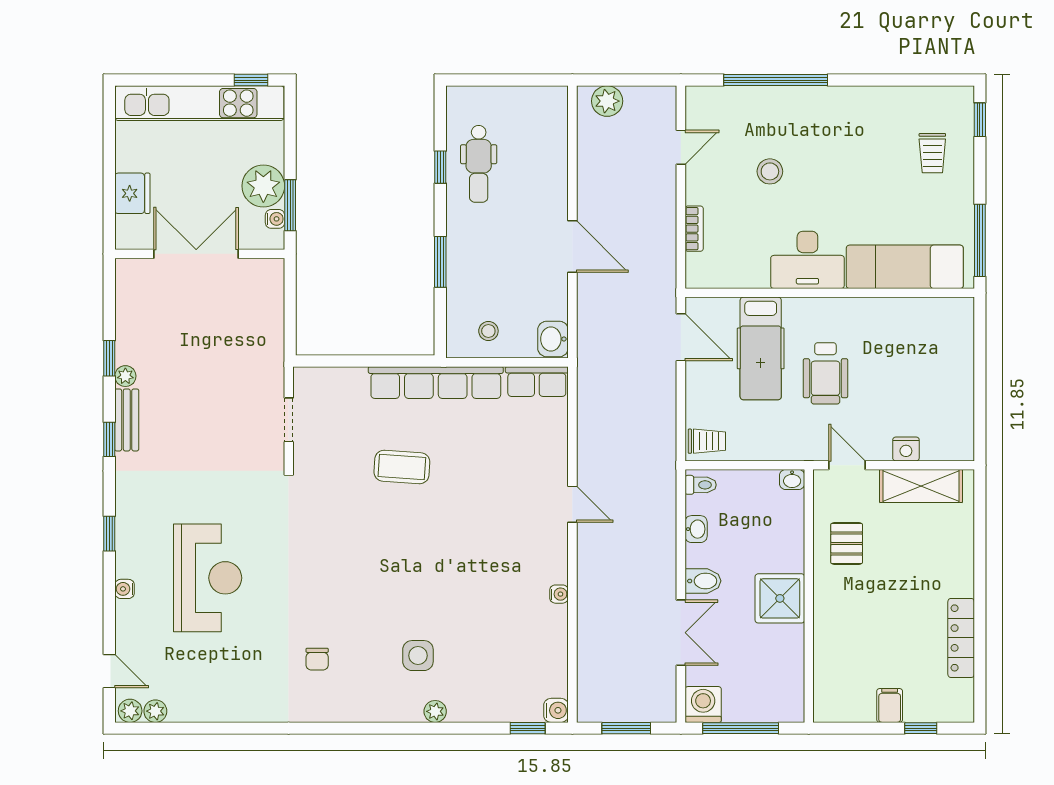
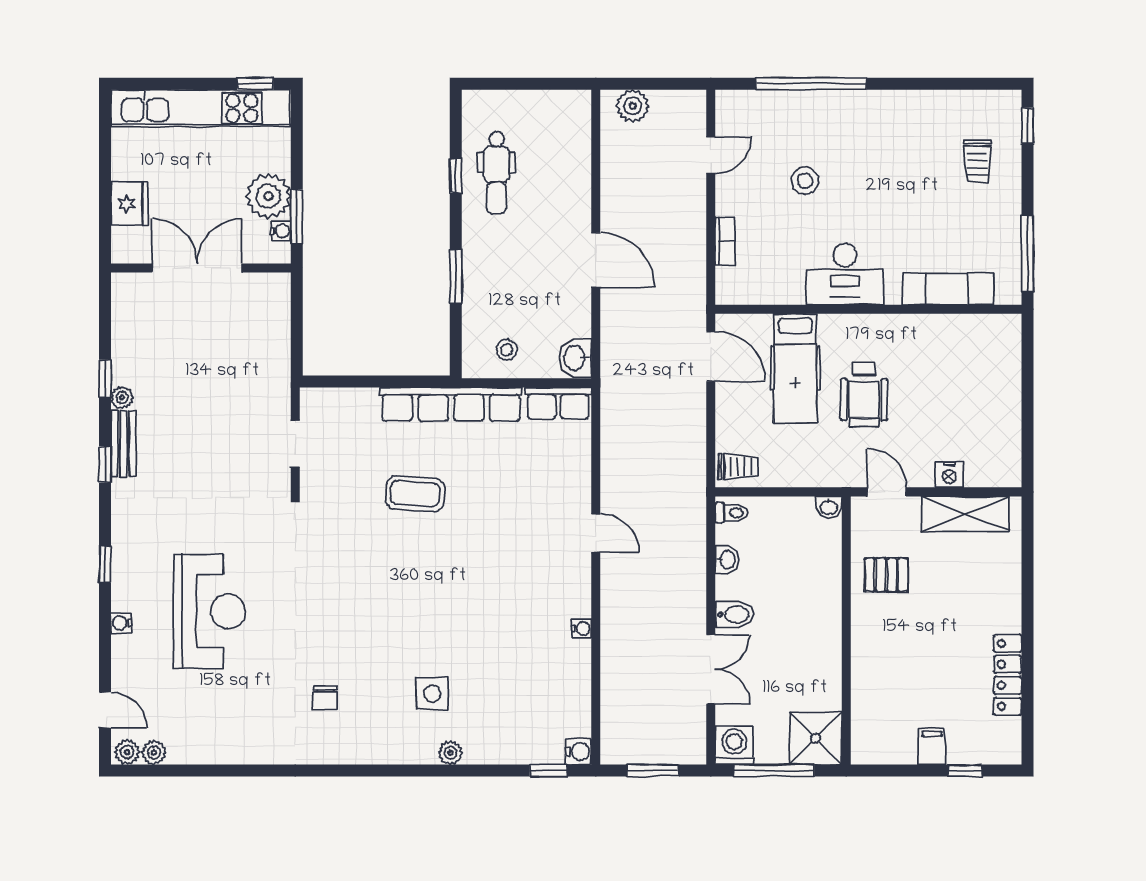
exam couch: (905, 267) -> (948, 289), width x0.73, depth x0.69
pallet: (847, 543) -> (886, 575), turned 90
shower: (780, 598) -> (816, 738), moved

